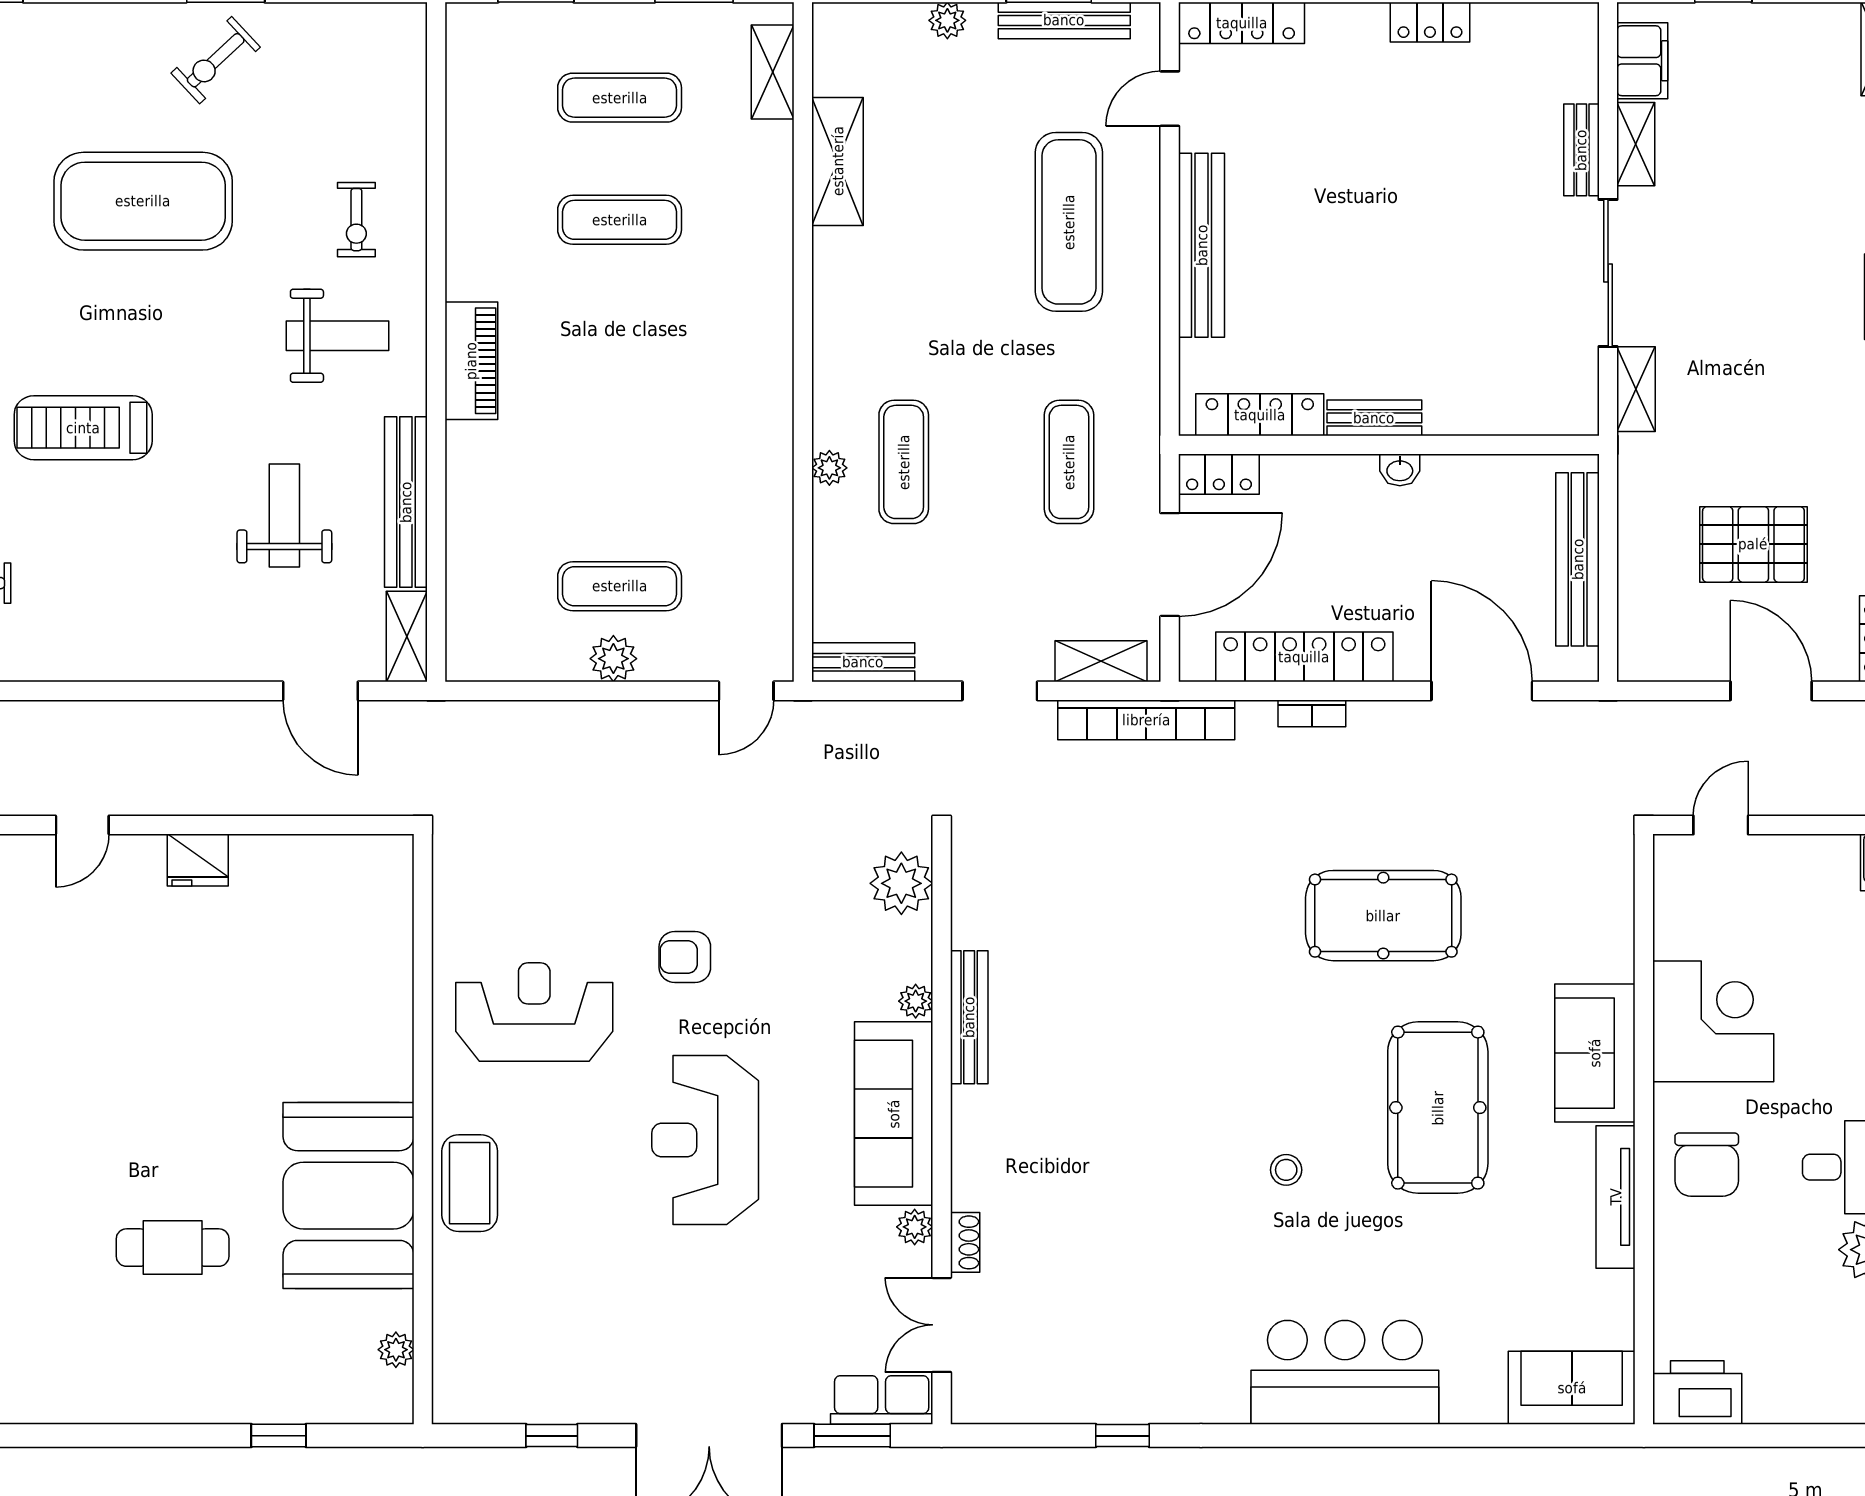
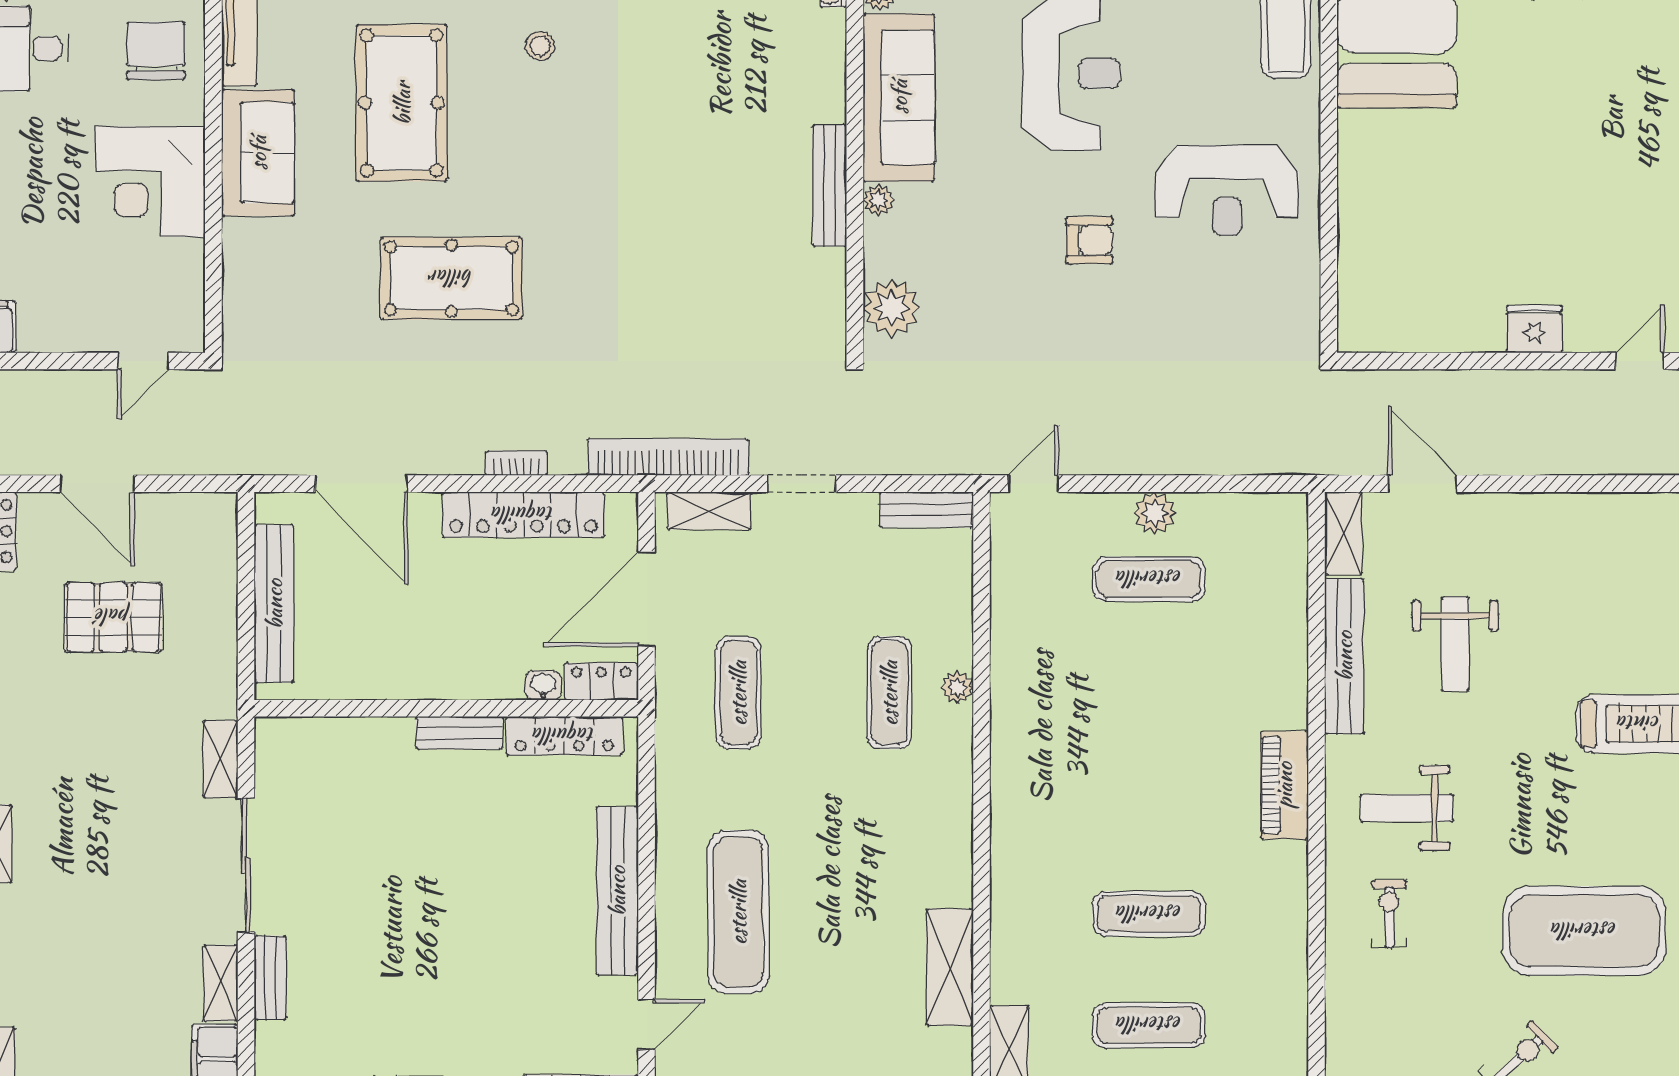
washbasin: (1400, 470) -> (543, 685), moved

